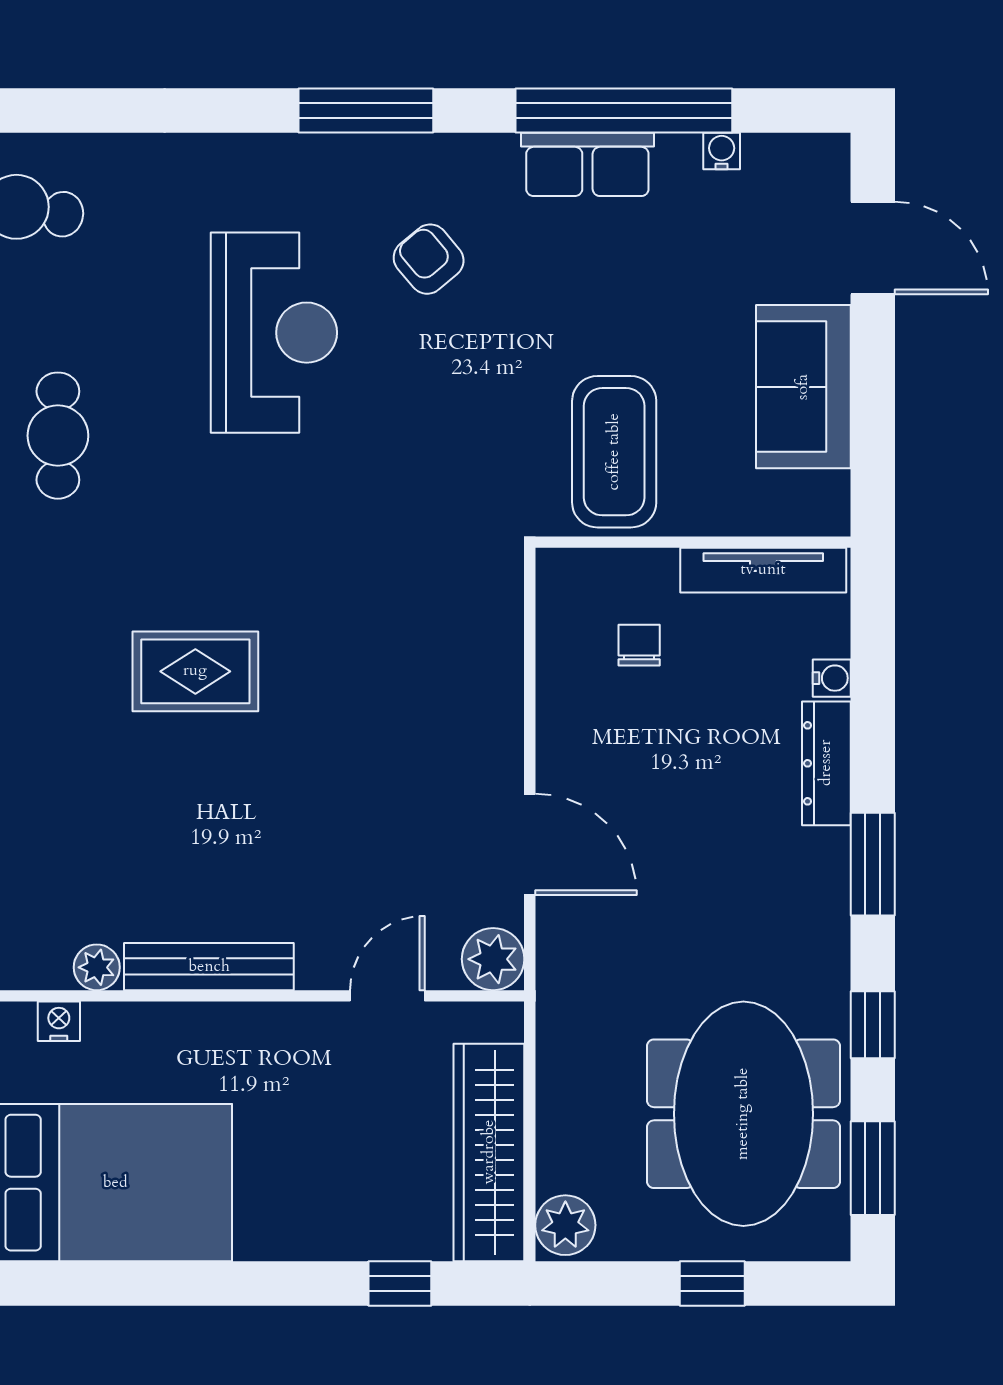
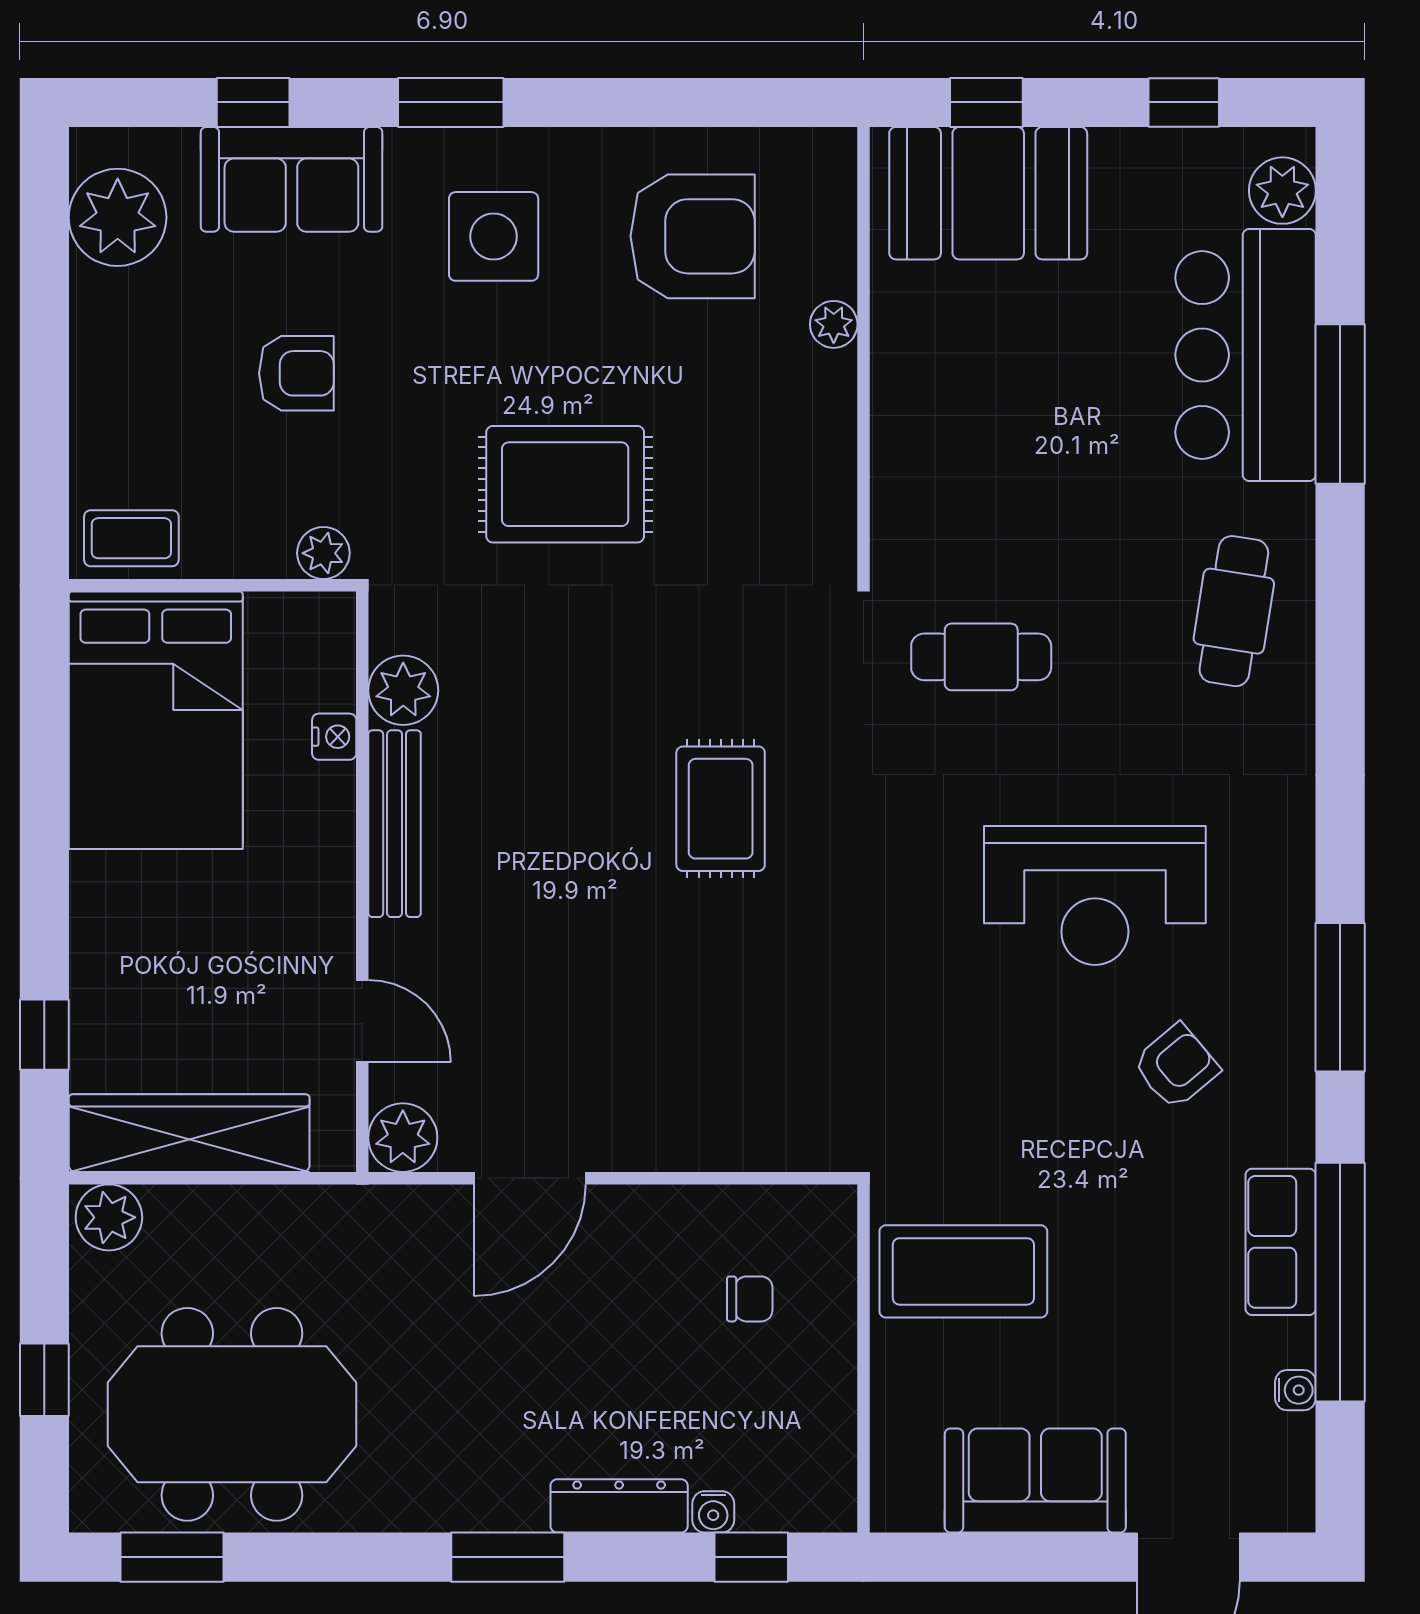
tv unit: (763, 570) -> (832, 1436), removed
plant: (97, 967) -> (403, 690), width x1.38, depth x1.38
nightstand: (59, 1021) -> (334, 737), moved
window: (873, 1025) -> (751, 1557), moved

